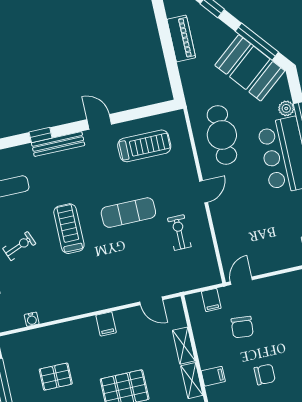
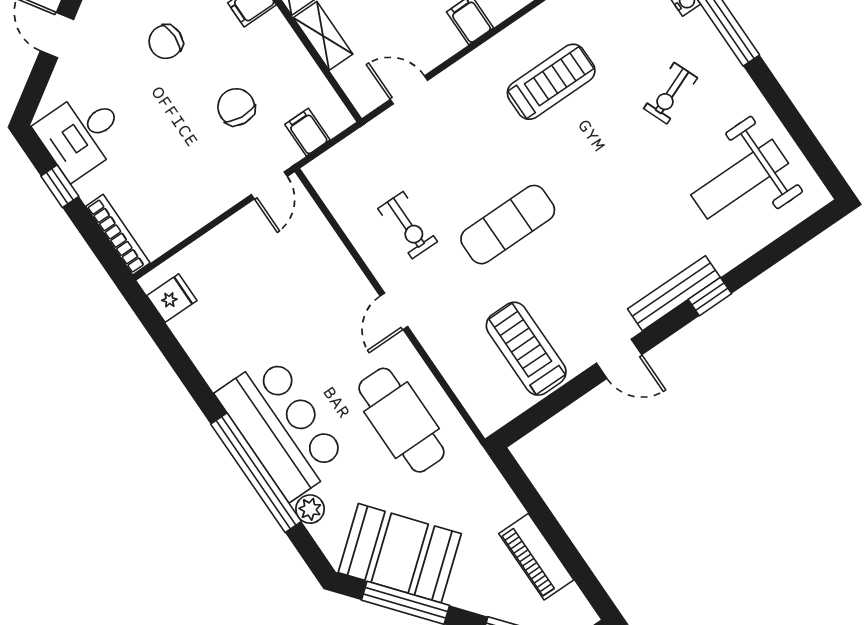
treadmill: (144, 146) -> (526, 349), turned 90
treadmill: (69, 229) -> (551, 82), moved, turned -90

